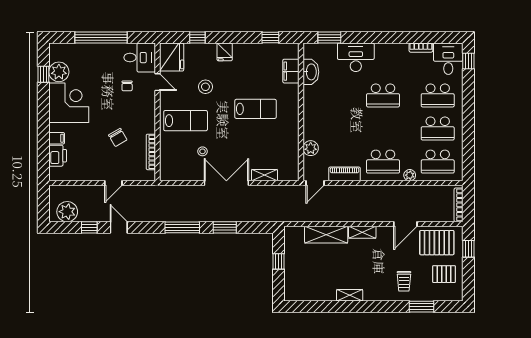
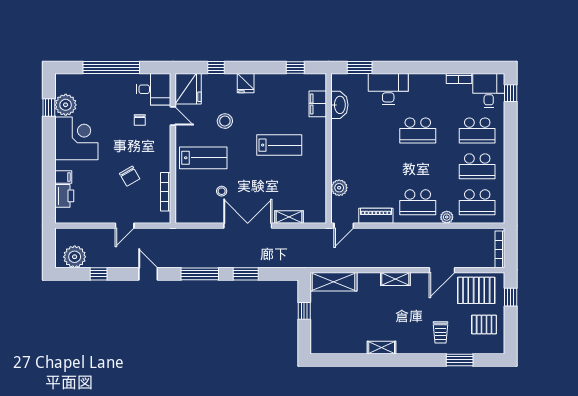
door: (119, 227) -> (148, 274), moved
shelving: (326, 235) -> (333, 282), moved

